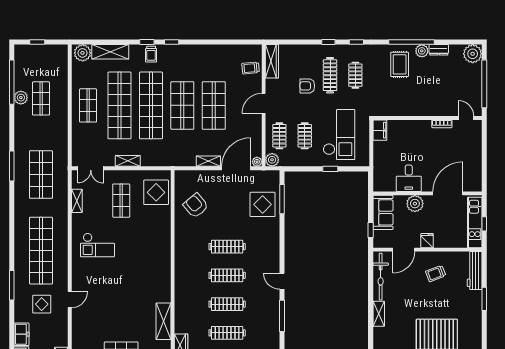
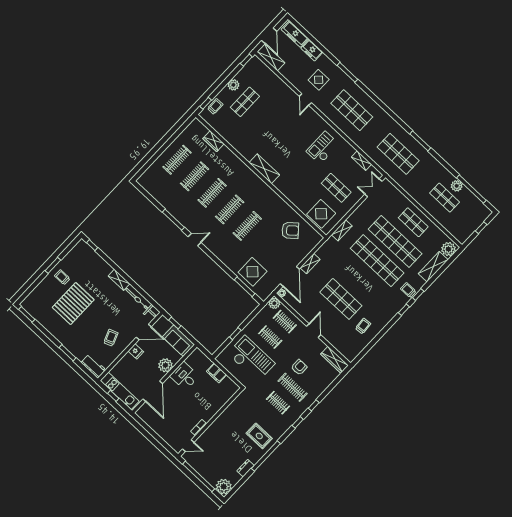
plant: (422, 51) -> (255, 457), removed
trolley: (251, 68) -> (363, 326), moved
shop shelf: (182, 105) -> (359, 280), removed
filing cabinet: (380, 130) -> (217, 373), moved
checkout: (339, 135) -> (251, 359), turned 180
shelving: (128, 161) -> (342, 230), moved
door: (404, 250) -> (144, 332), swing flipped
shop shelf: (41, 251) -> (352, 110), width x0.71
workbench: (475, 271) -> (93, 366), width x0.73
shelving: (163, 321) -> (264, 169), moved

